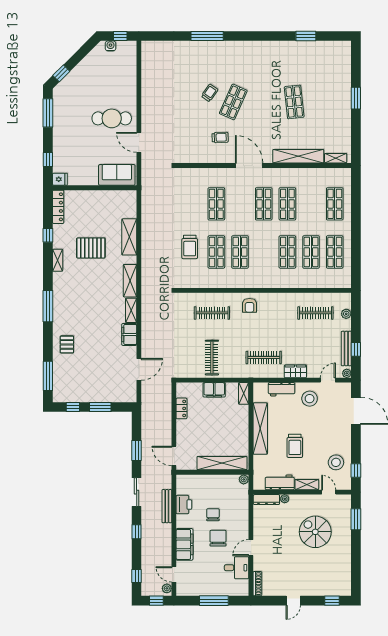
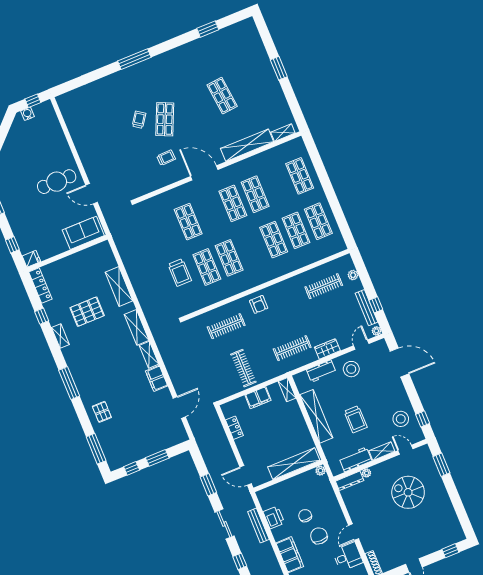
window: (207, 36) -> (134, 59), moved

